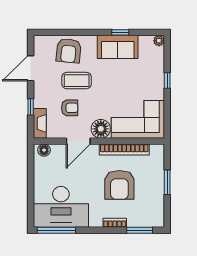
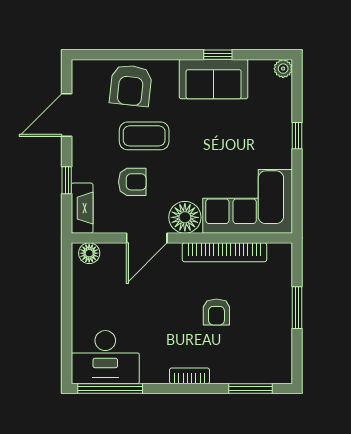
armchair: (119, 185) -> (216, 312), width x0.53, depth x0.53
desk: (61, 207) -> (105, 357), width x0.73, depth x0.77
bookcase: (115, 223) -> (190, 376), moved

